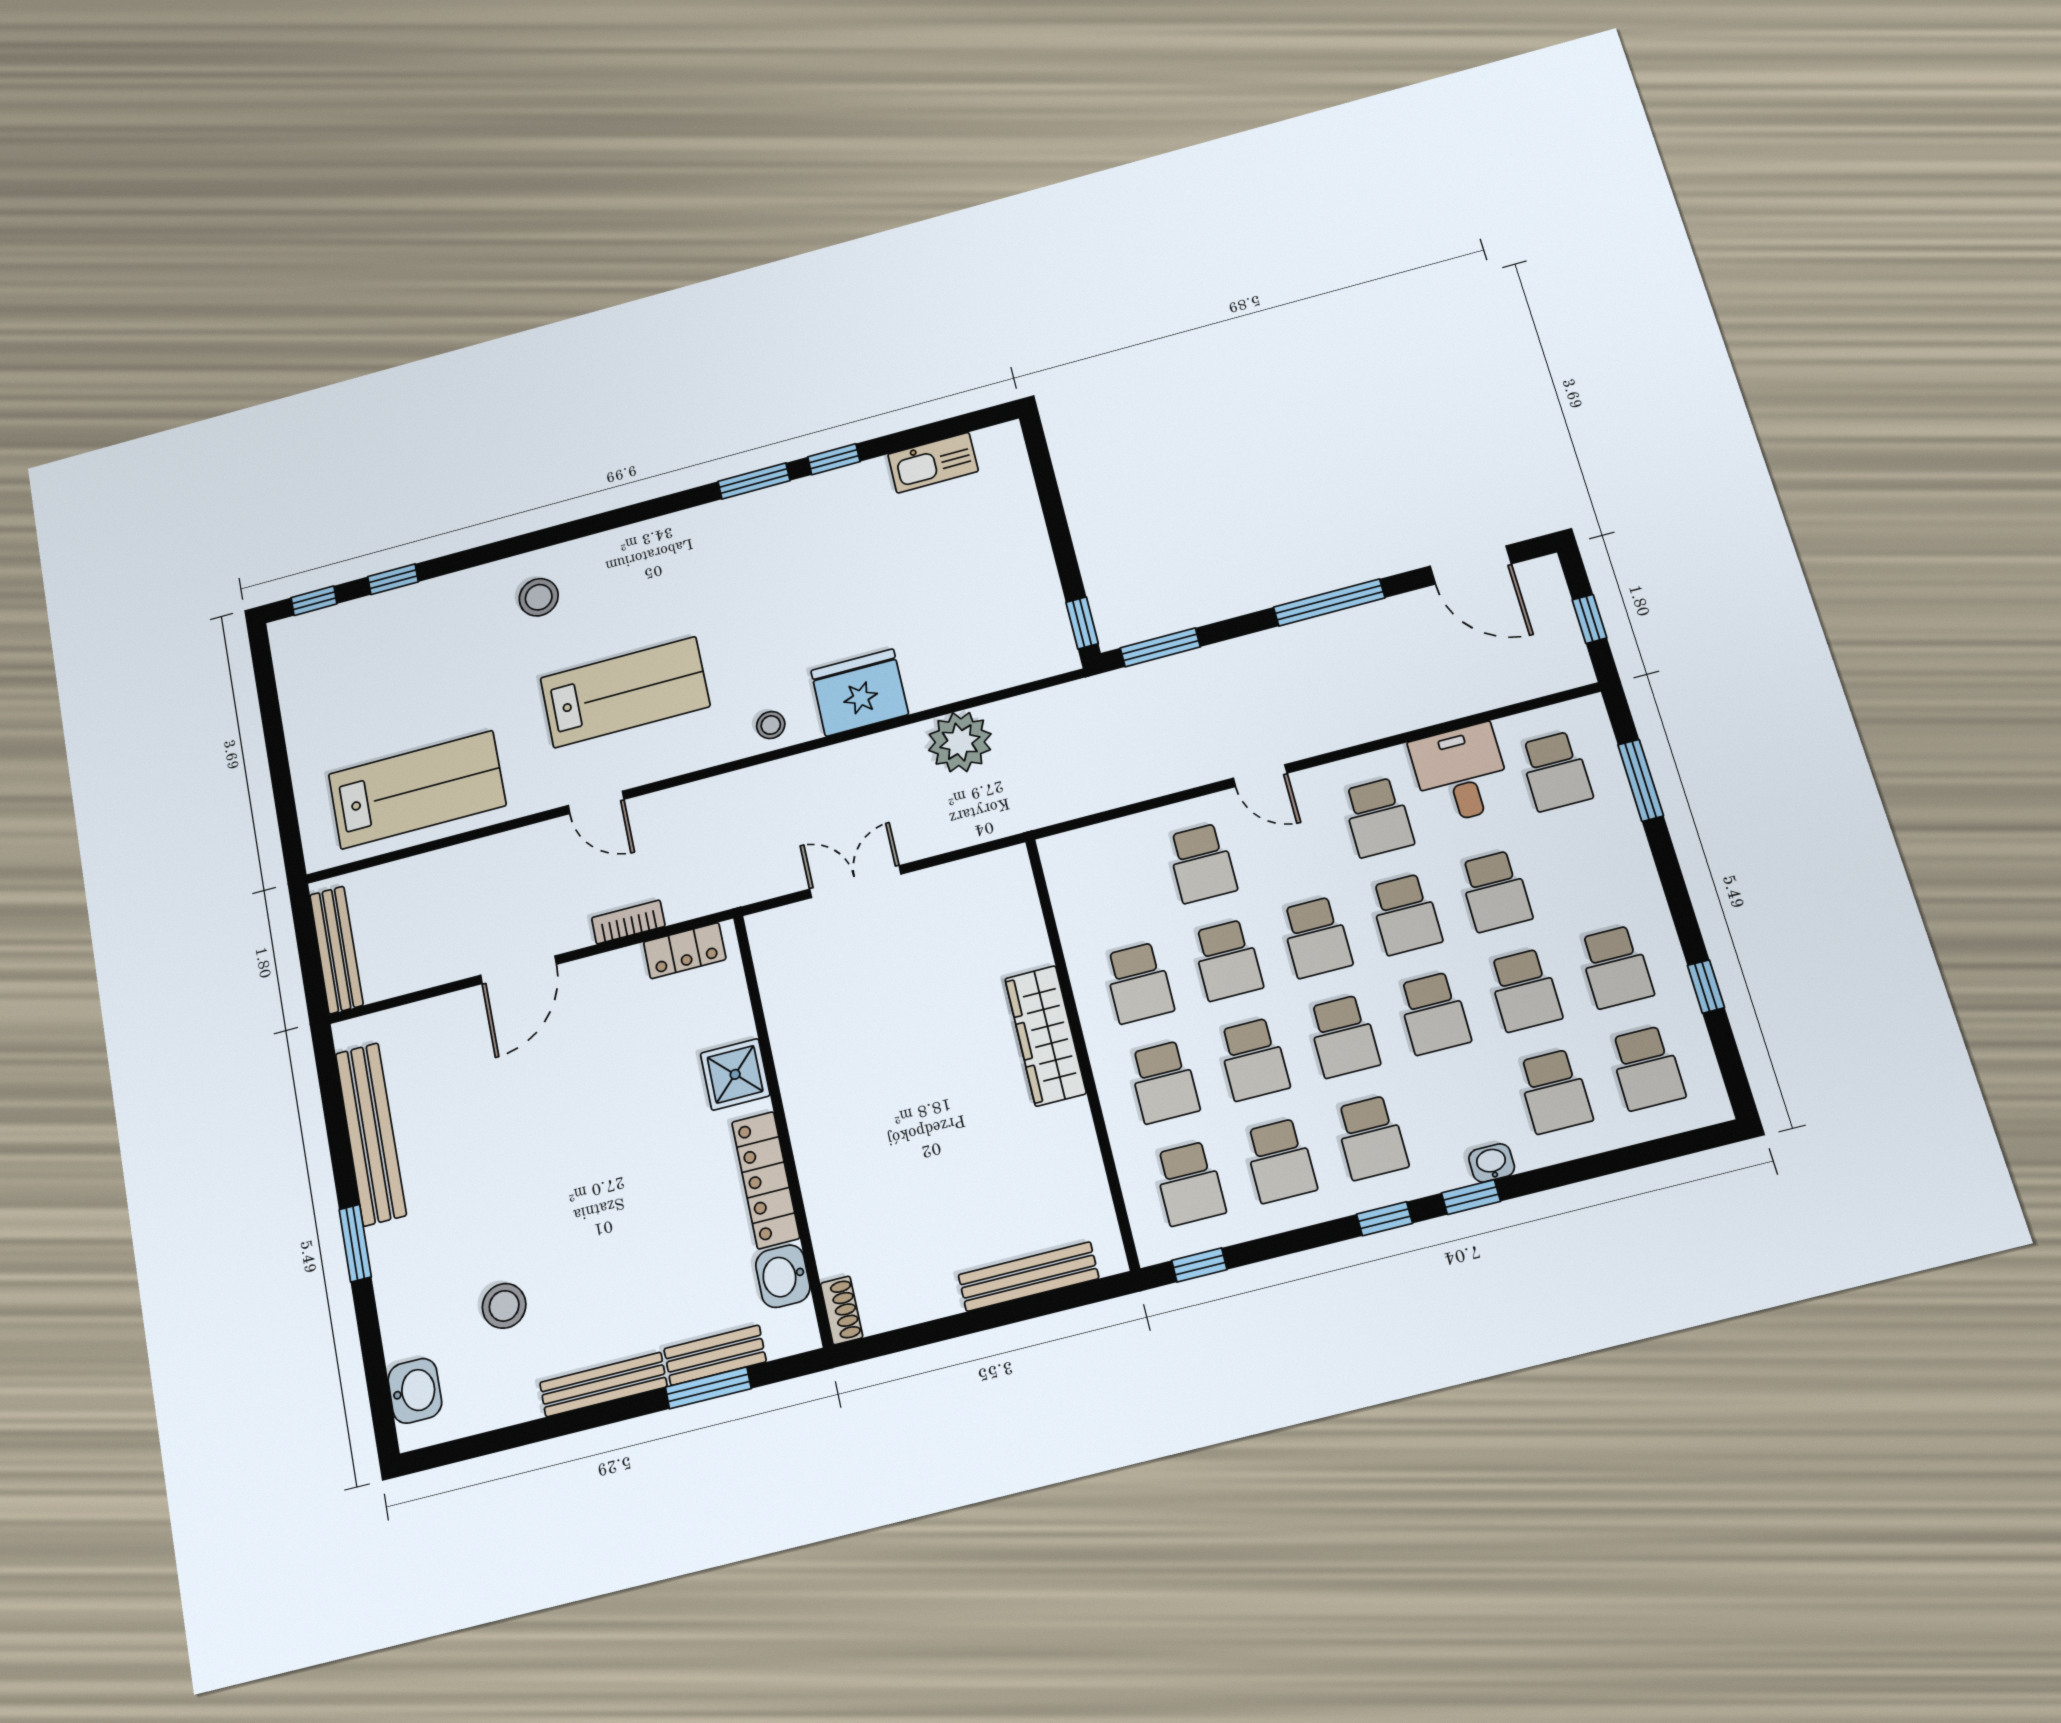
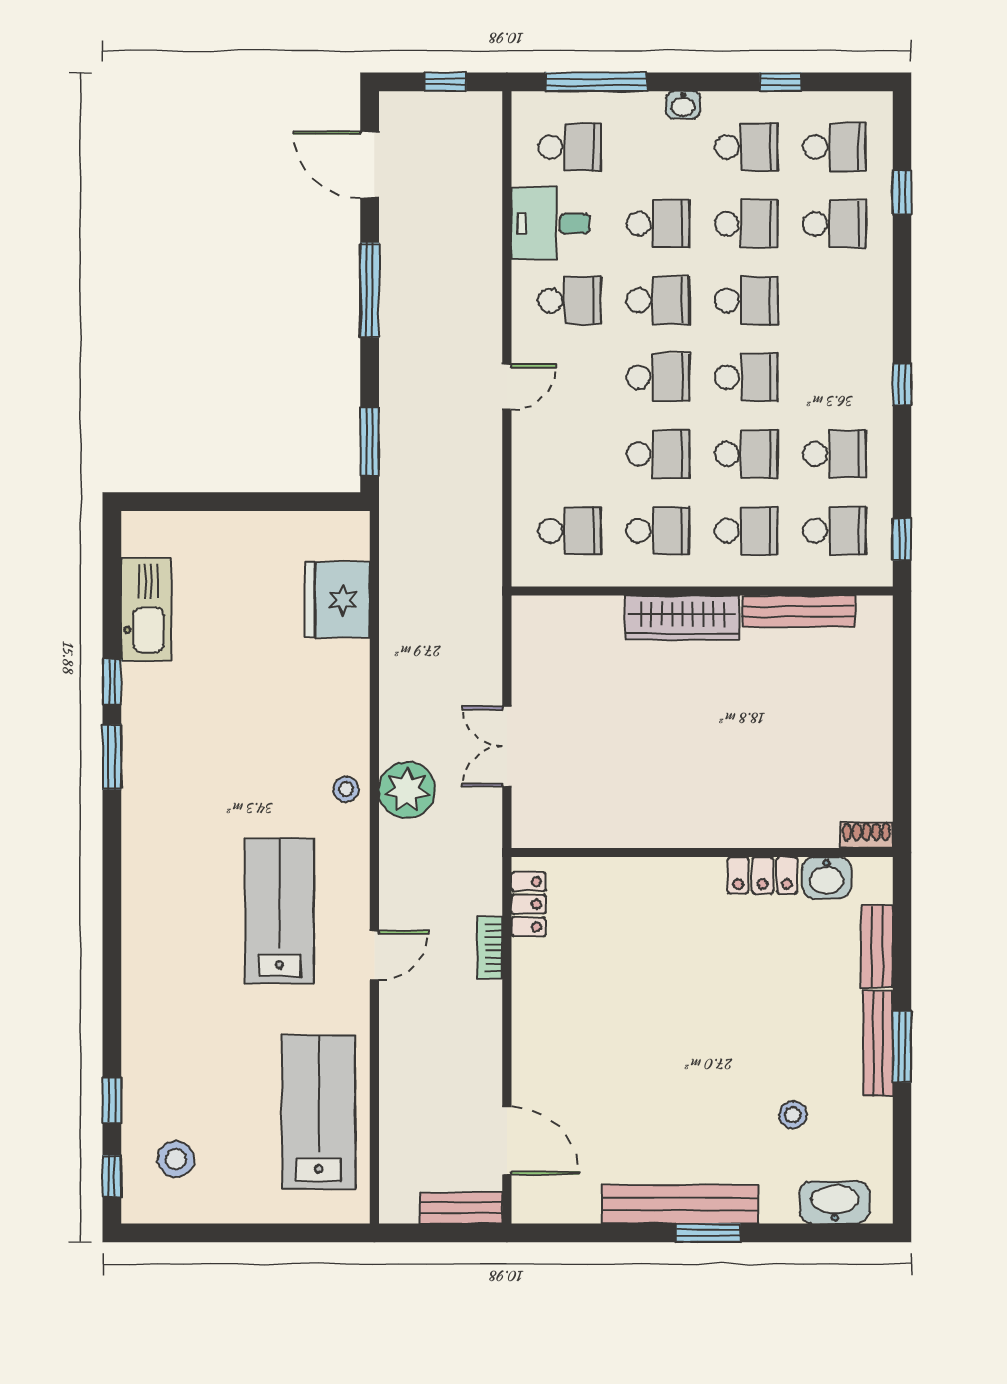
kitchen sink: (933, 463) -> (146, 609), width x1.36, depth x1.24
door: (1471, 565) -> (370, 165), swing flipped
stool: (539, 597) -> (176, 1159), moved
window: (1082, 623) -> (328, 502), removed
fridge: (860, 692) -> (338, 600), moved
plant: (960, 742) -> (407, 790), moved
window: (1641, 780) -> (596, 82), width x1.44
school desk: (1202, 863) -> (570, 531), moved
bench: (336, 950) -> (461, 1208), width x0.73
door: (518, 970) -> (507, 1141), moved
shower: (735, 1074) -> (647, 883), removed
bench: (371, 1134) -> (680, 1204), moved
school desk: (1371, 1138) -> (835, 377), removed
washbasin: (1492, 1163) -> (683, 105), moved, turned -90
locker: (766, 1180) -> (763, 875), width x0.66
window: (1471, 1197) -> (902, 192), moved
bench: (1028, 1277) -> (799, 611), moved, turned 90
stool: (504, 1306) -> (793, 1115), width x0.73, depth x0.73
window: (708, 1388) -> (902, 1047), moved
washbasin: (415, 1391) -> (835, 1202), width x1.38

